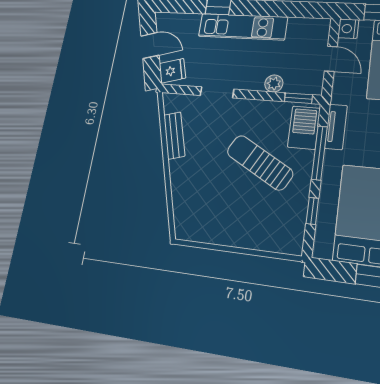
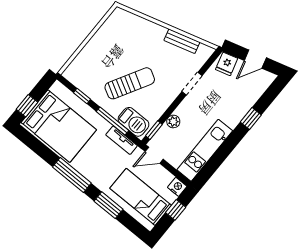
kitchen unit: (243, 27) -> (205, 150), moved
door: (331, 59) -> (154, 155), moved

